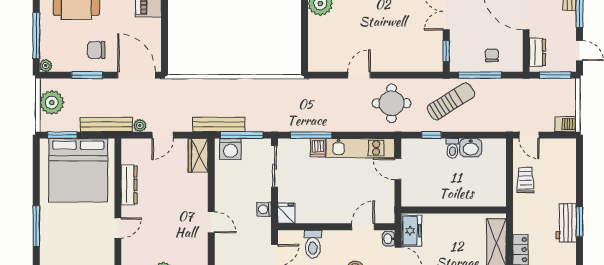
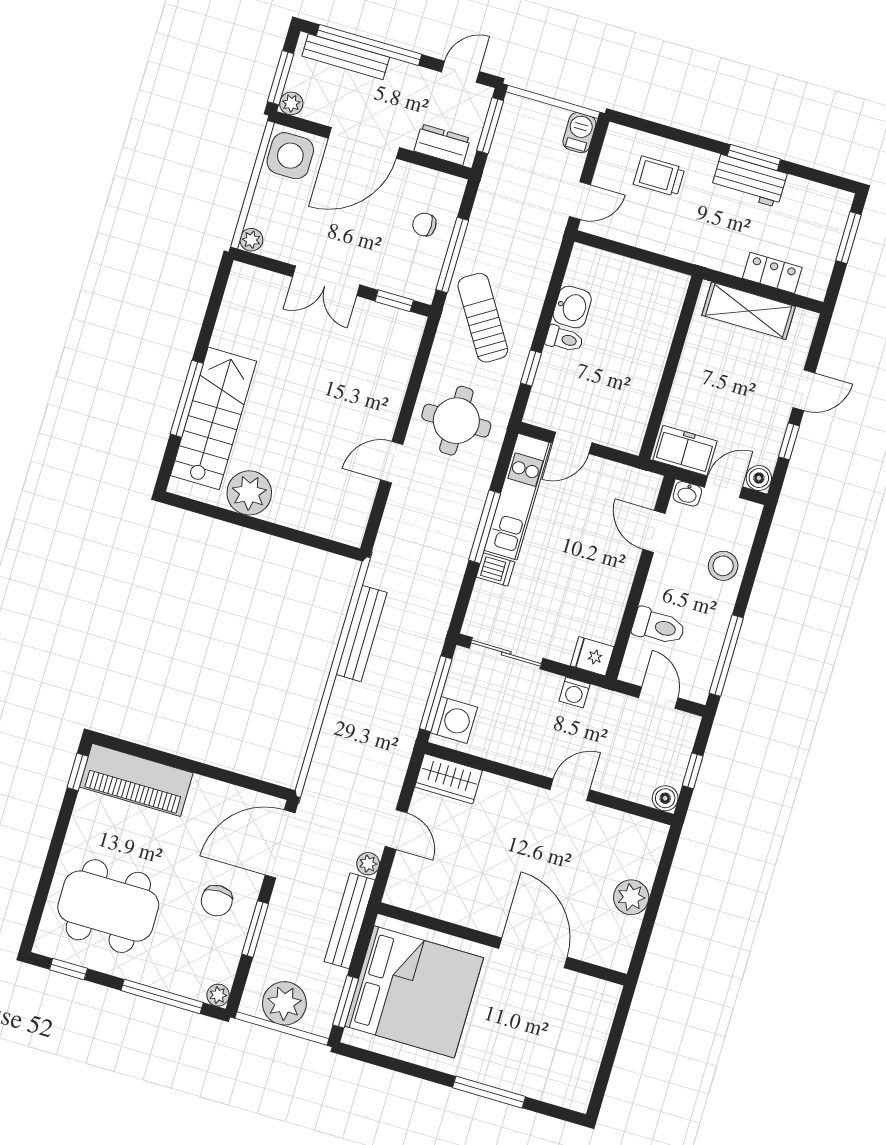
door: (359, 75) -> (392, 462), hinge flipped
bench: (219, 124) -> (361, 633), moved
window: (311, 135) -> (485, 527), moved
trolley: (526, 180) -> (659, 176), moved
dresser: (129, 185) -> (465, 912), removed
door: (118, 228) -> (533, 953), width x1.88

